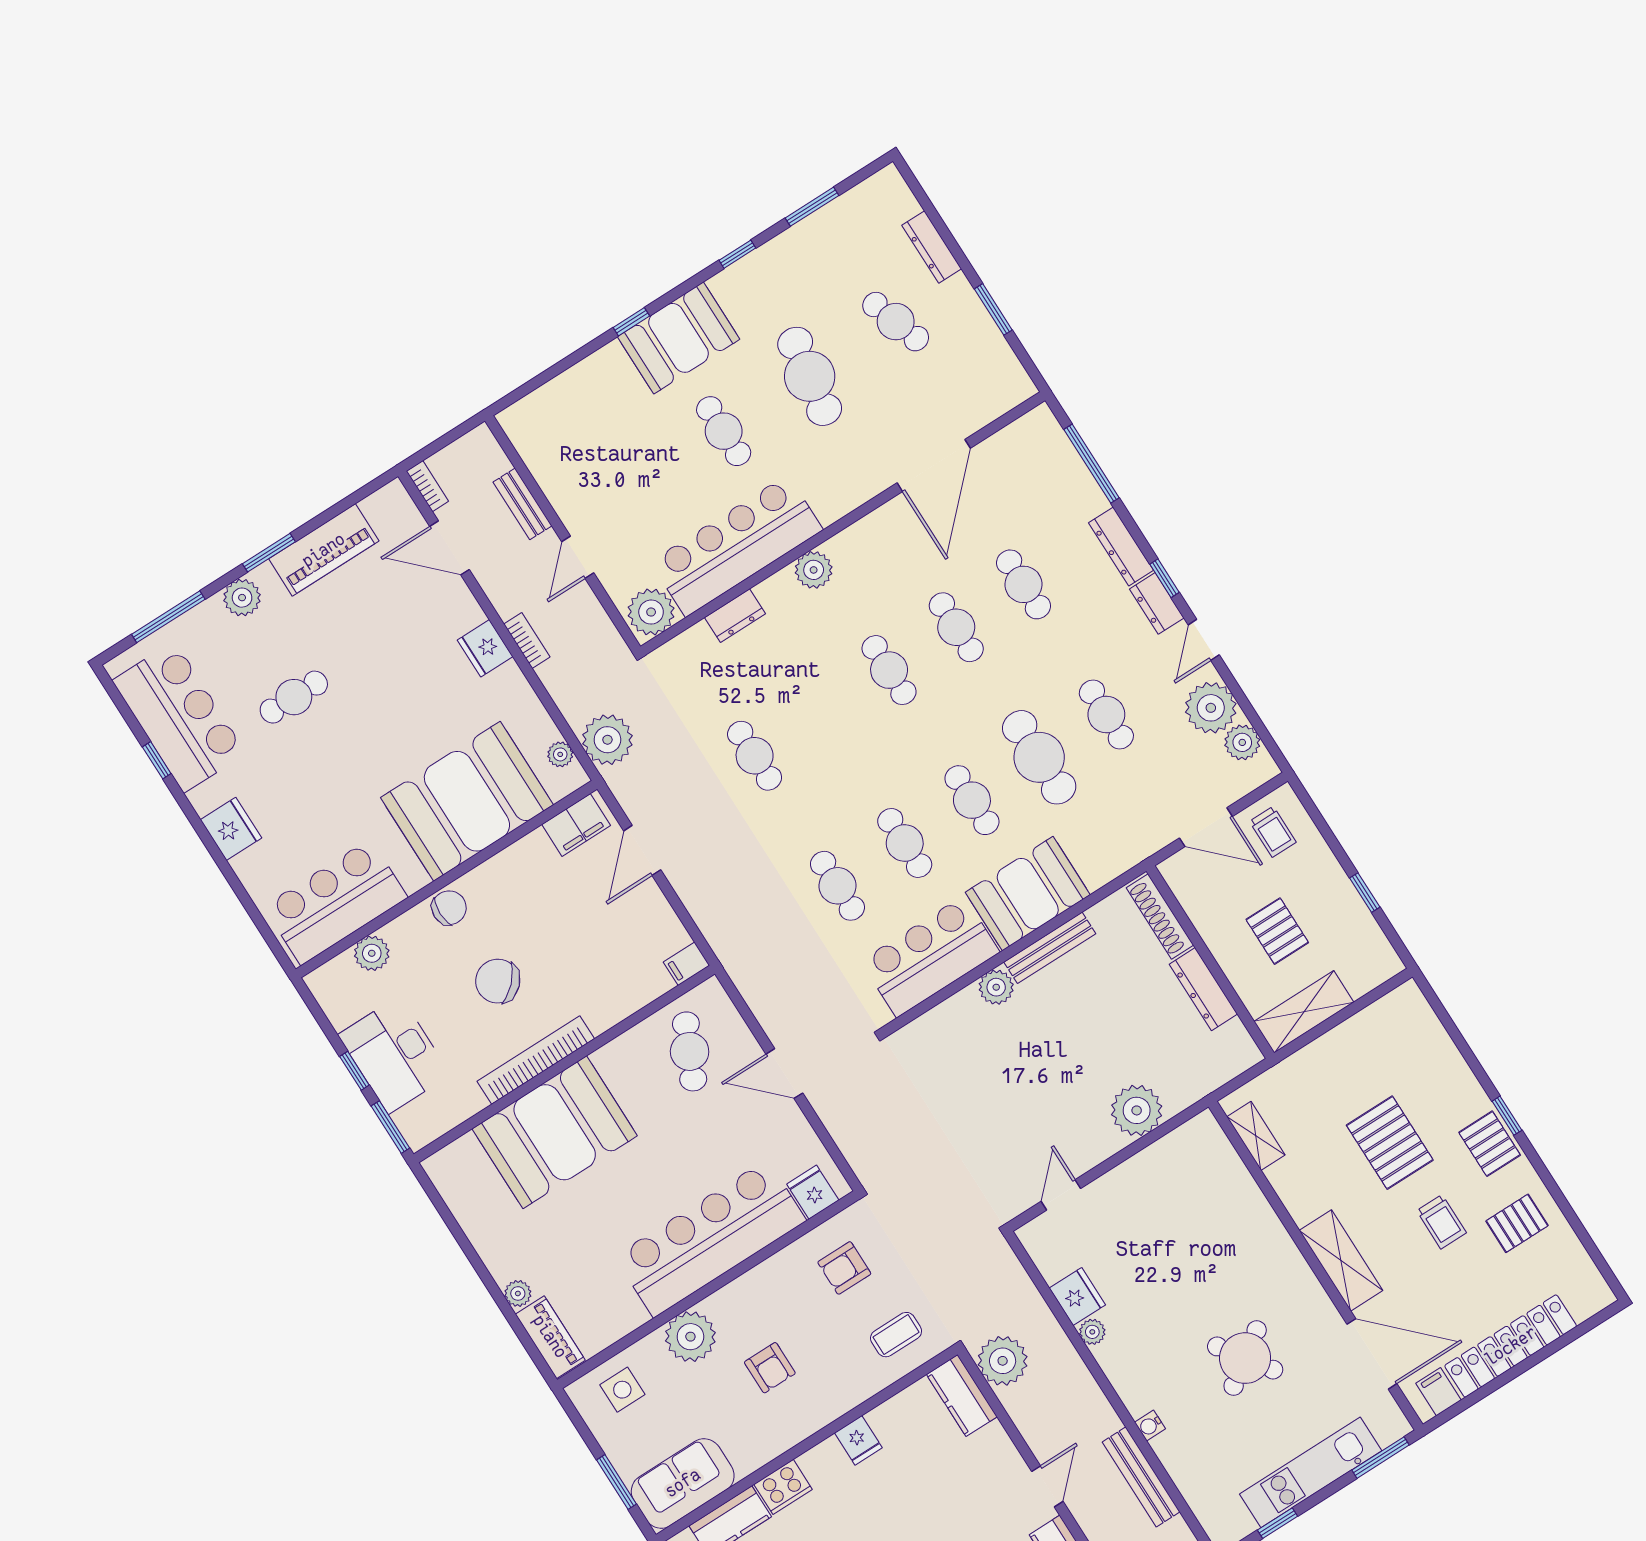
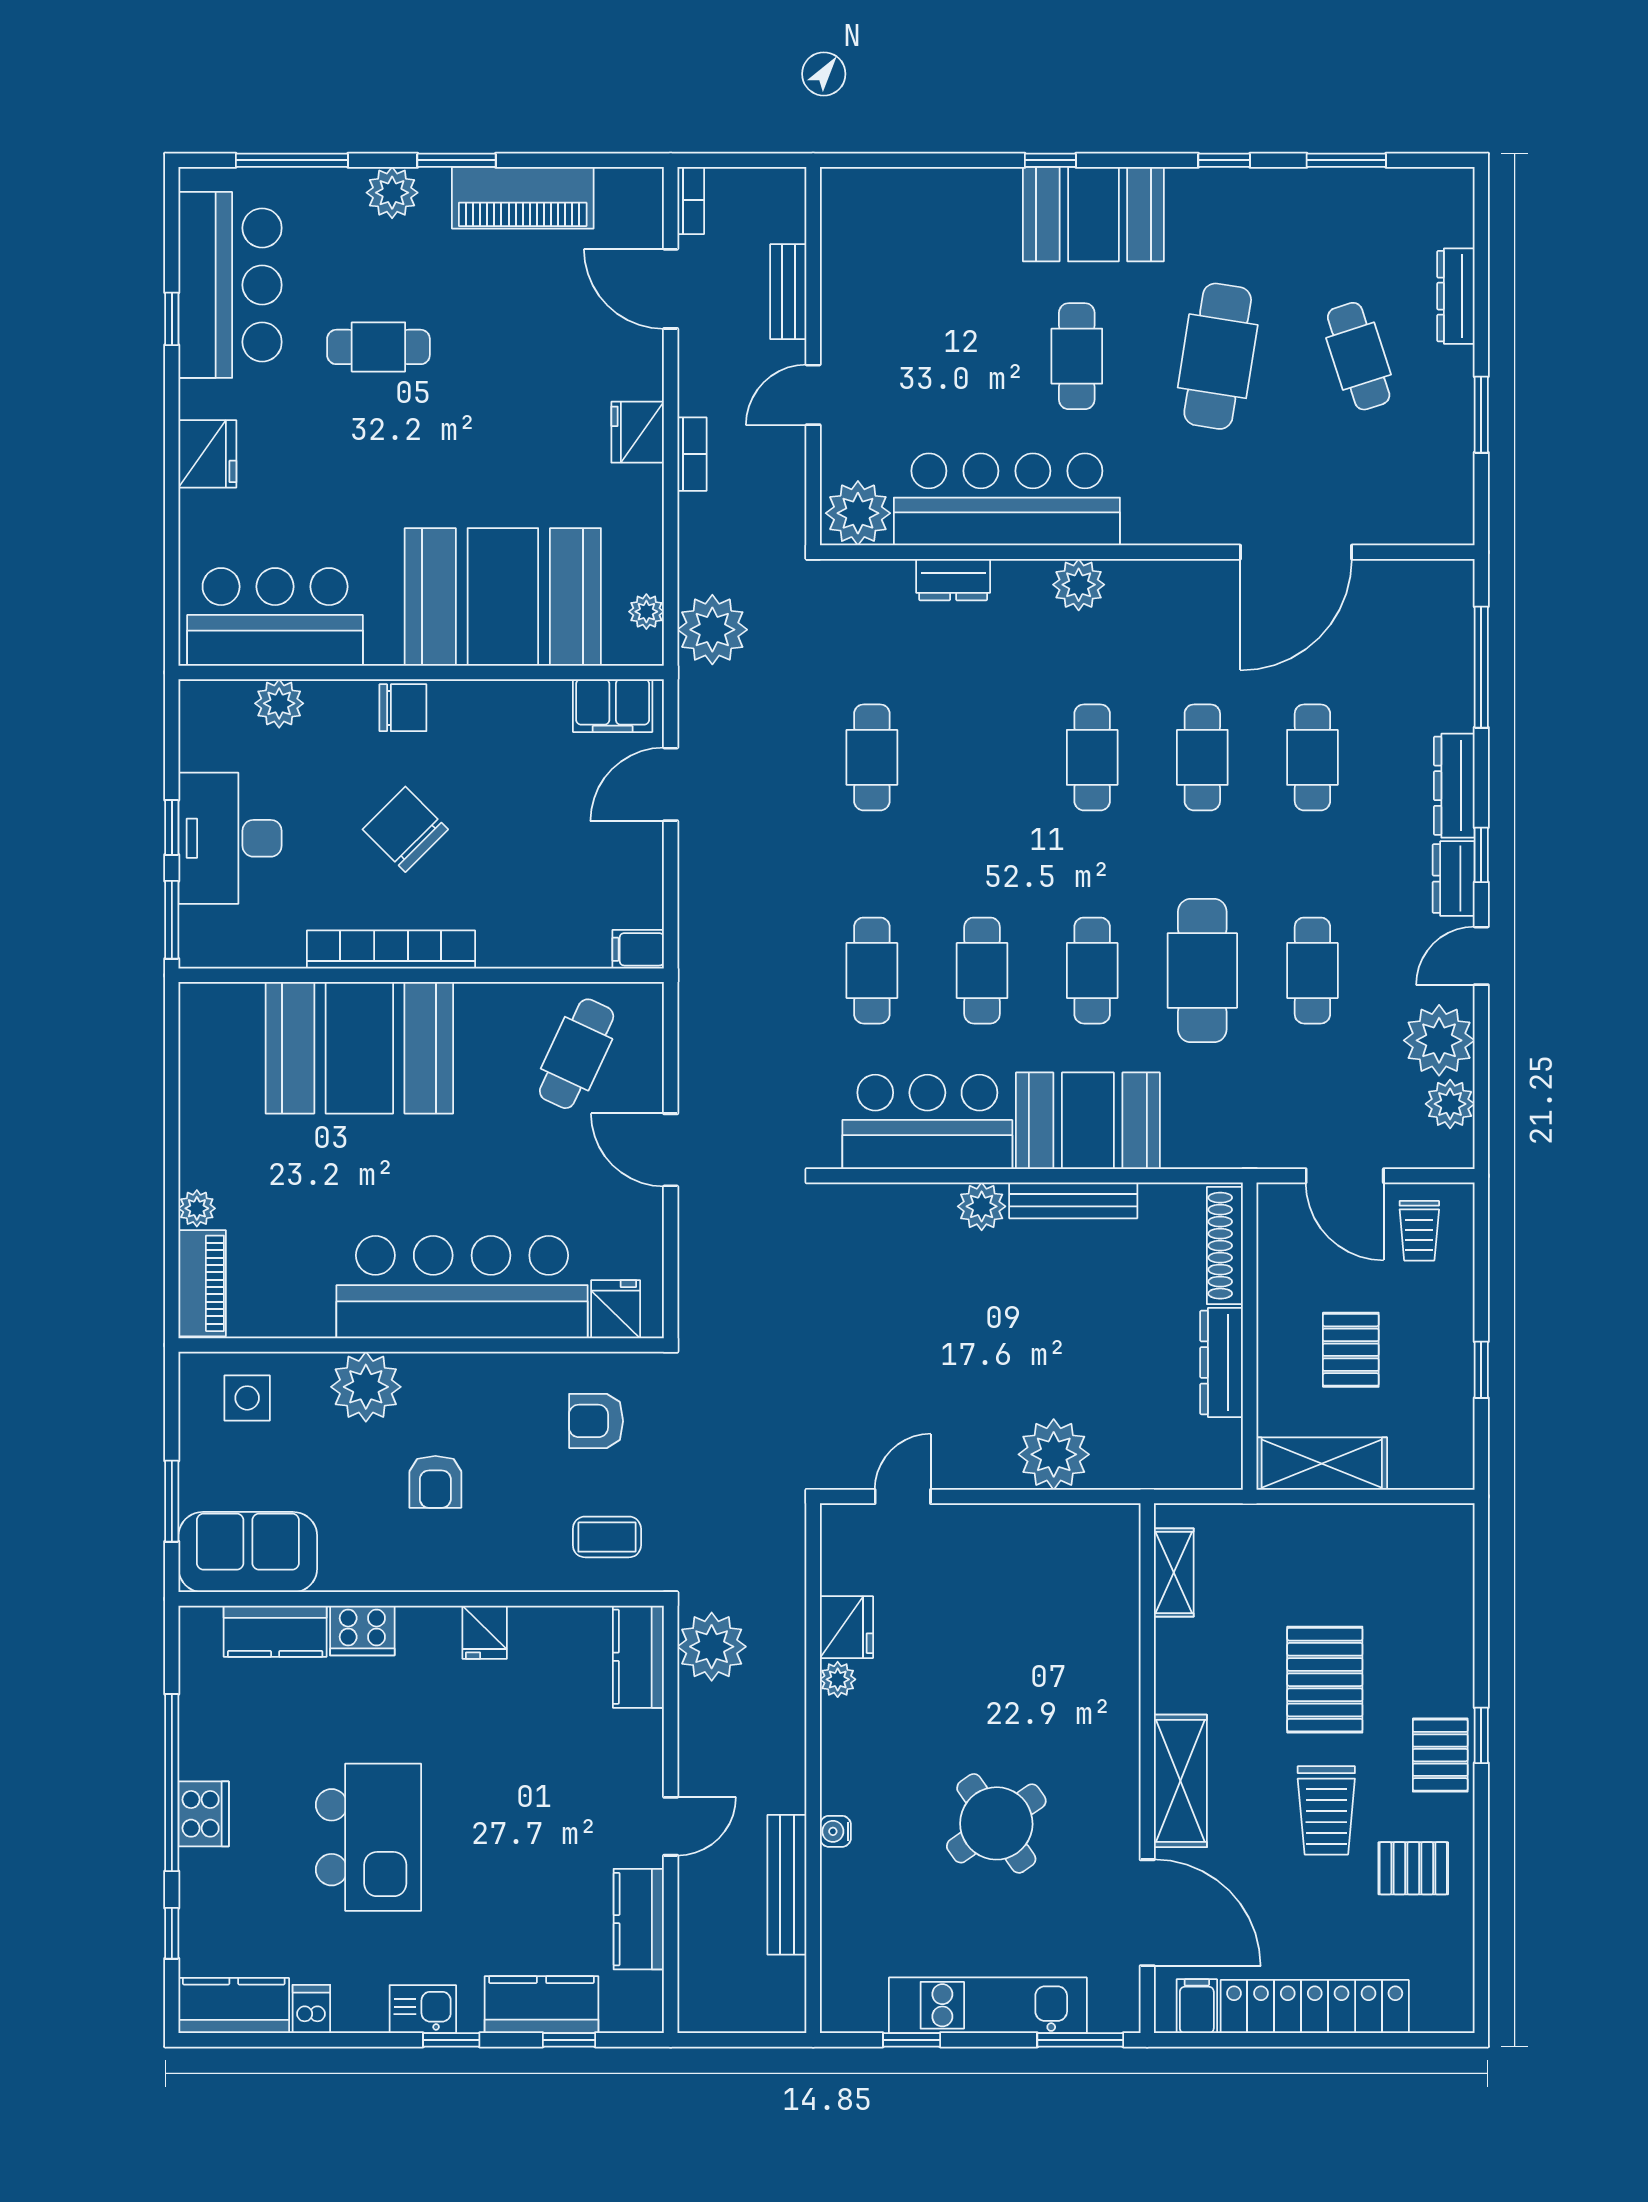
trolley: (1441, 1222) -> (1326, 1810), width x1.36, depth x1.39

